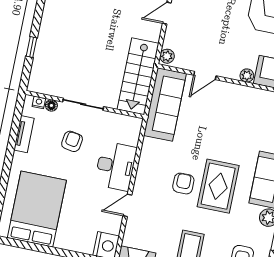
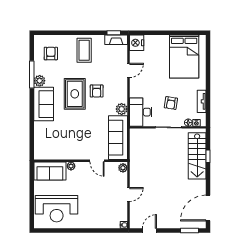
door: (205, 75) -> (97, 161), swing flipped
stairs: (138, 76) -> (197, 156), moved, turned 180
plant: (150, 148) -> (122, 109), added
desk: (116, 166) -> (141, 112), moved

